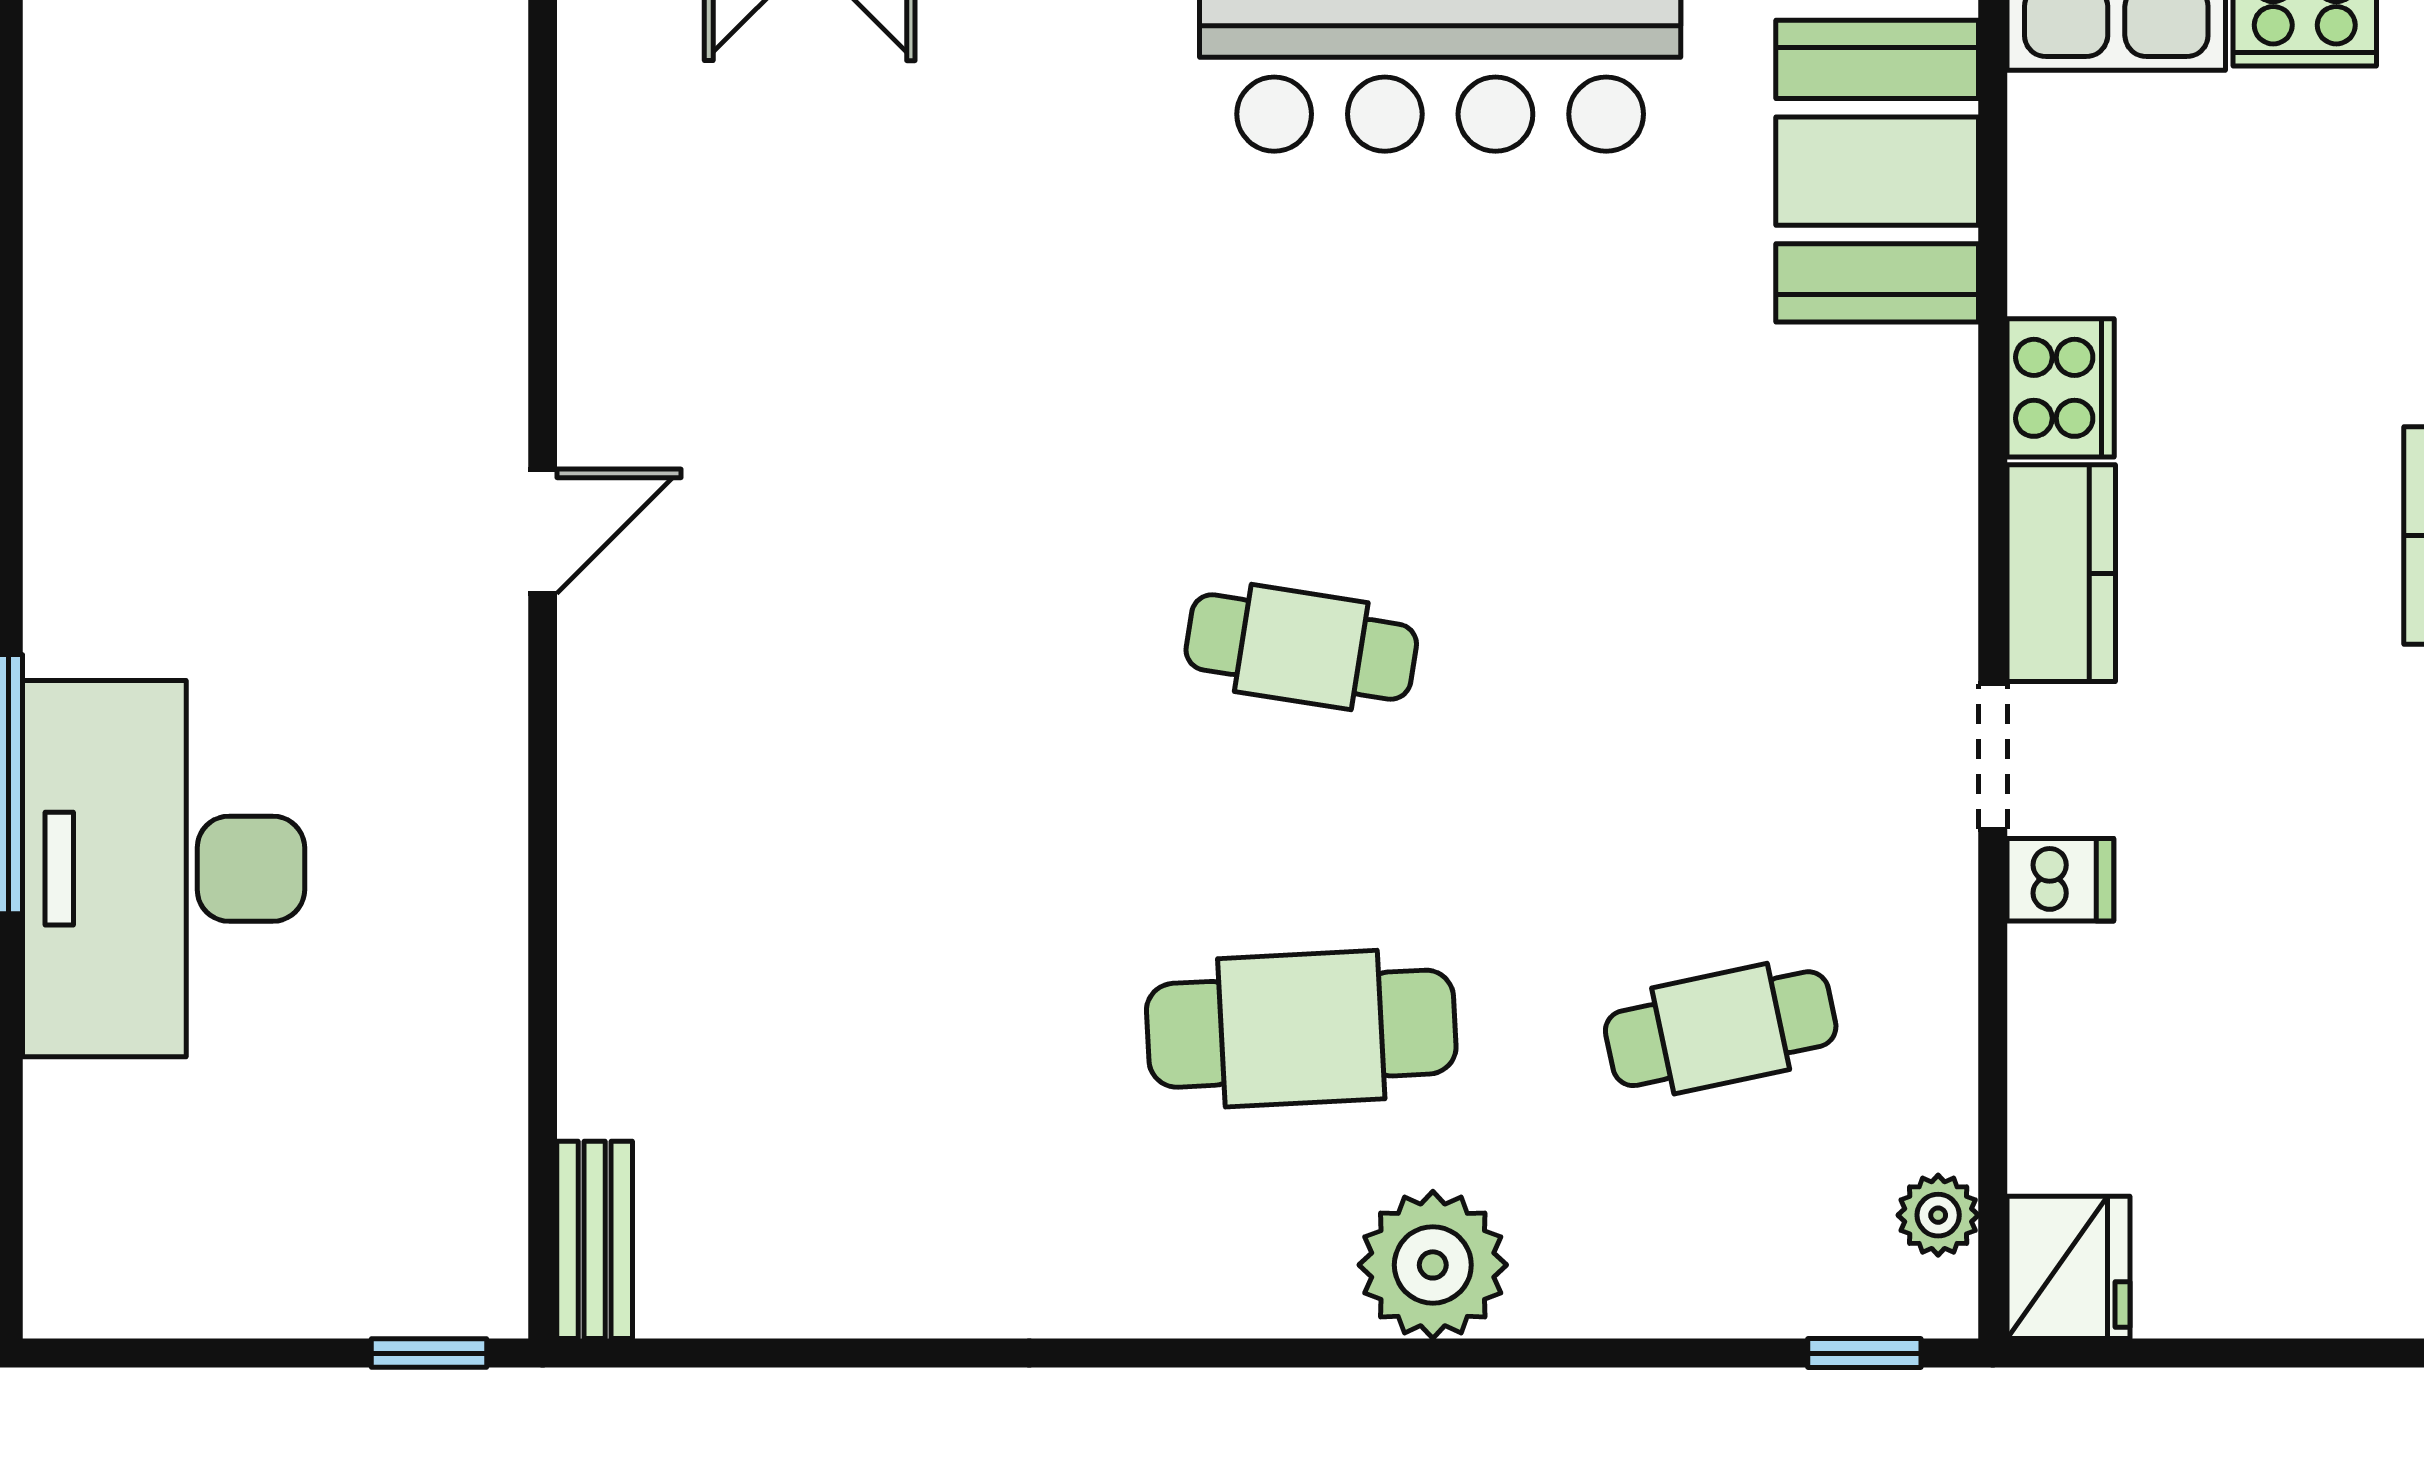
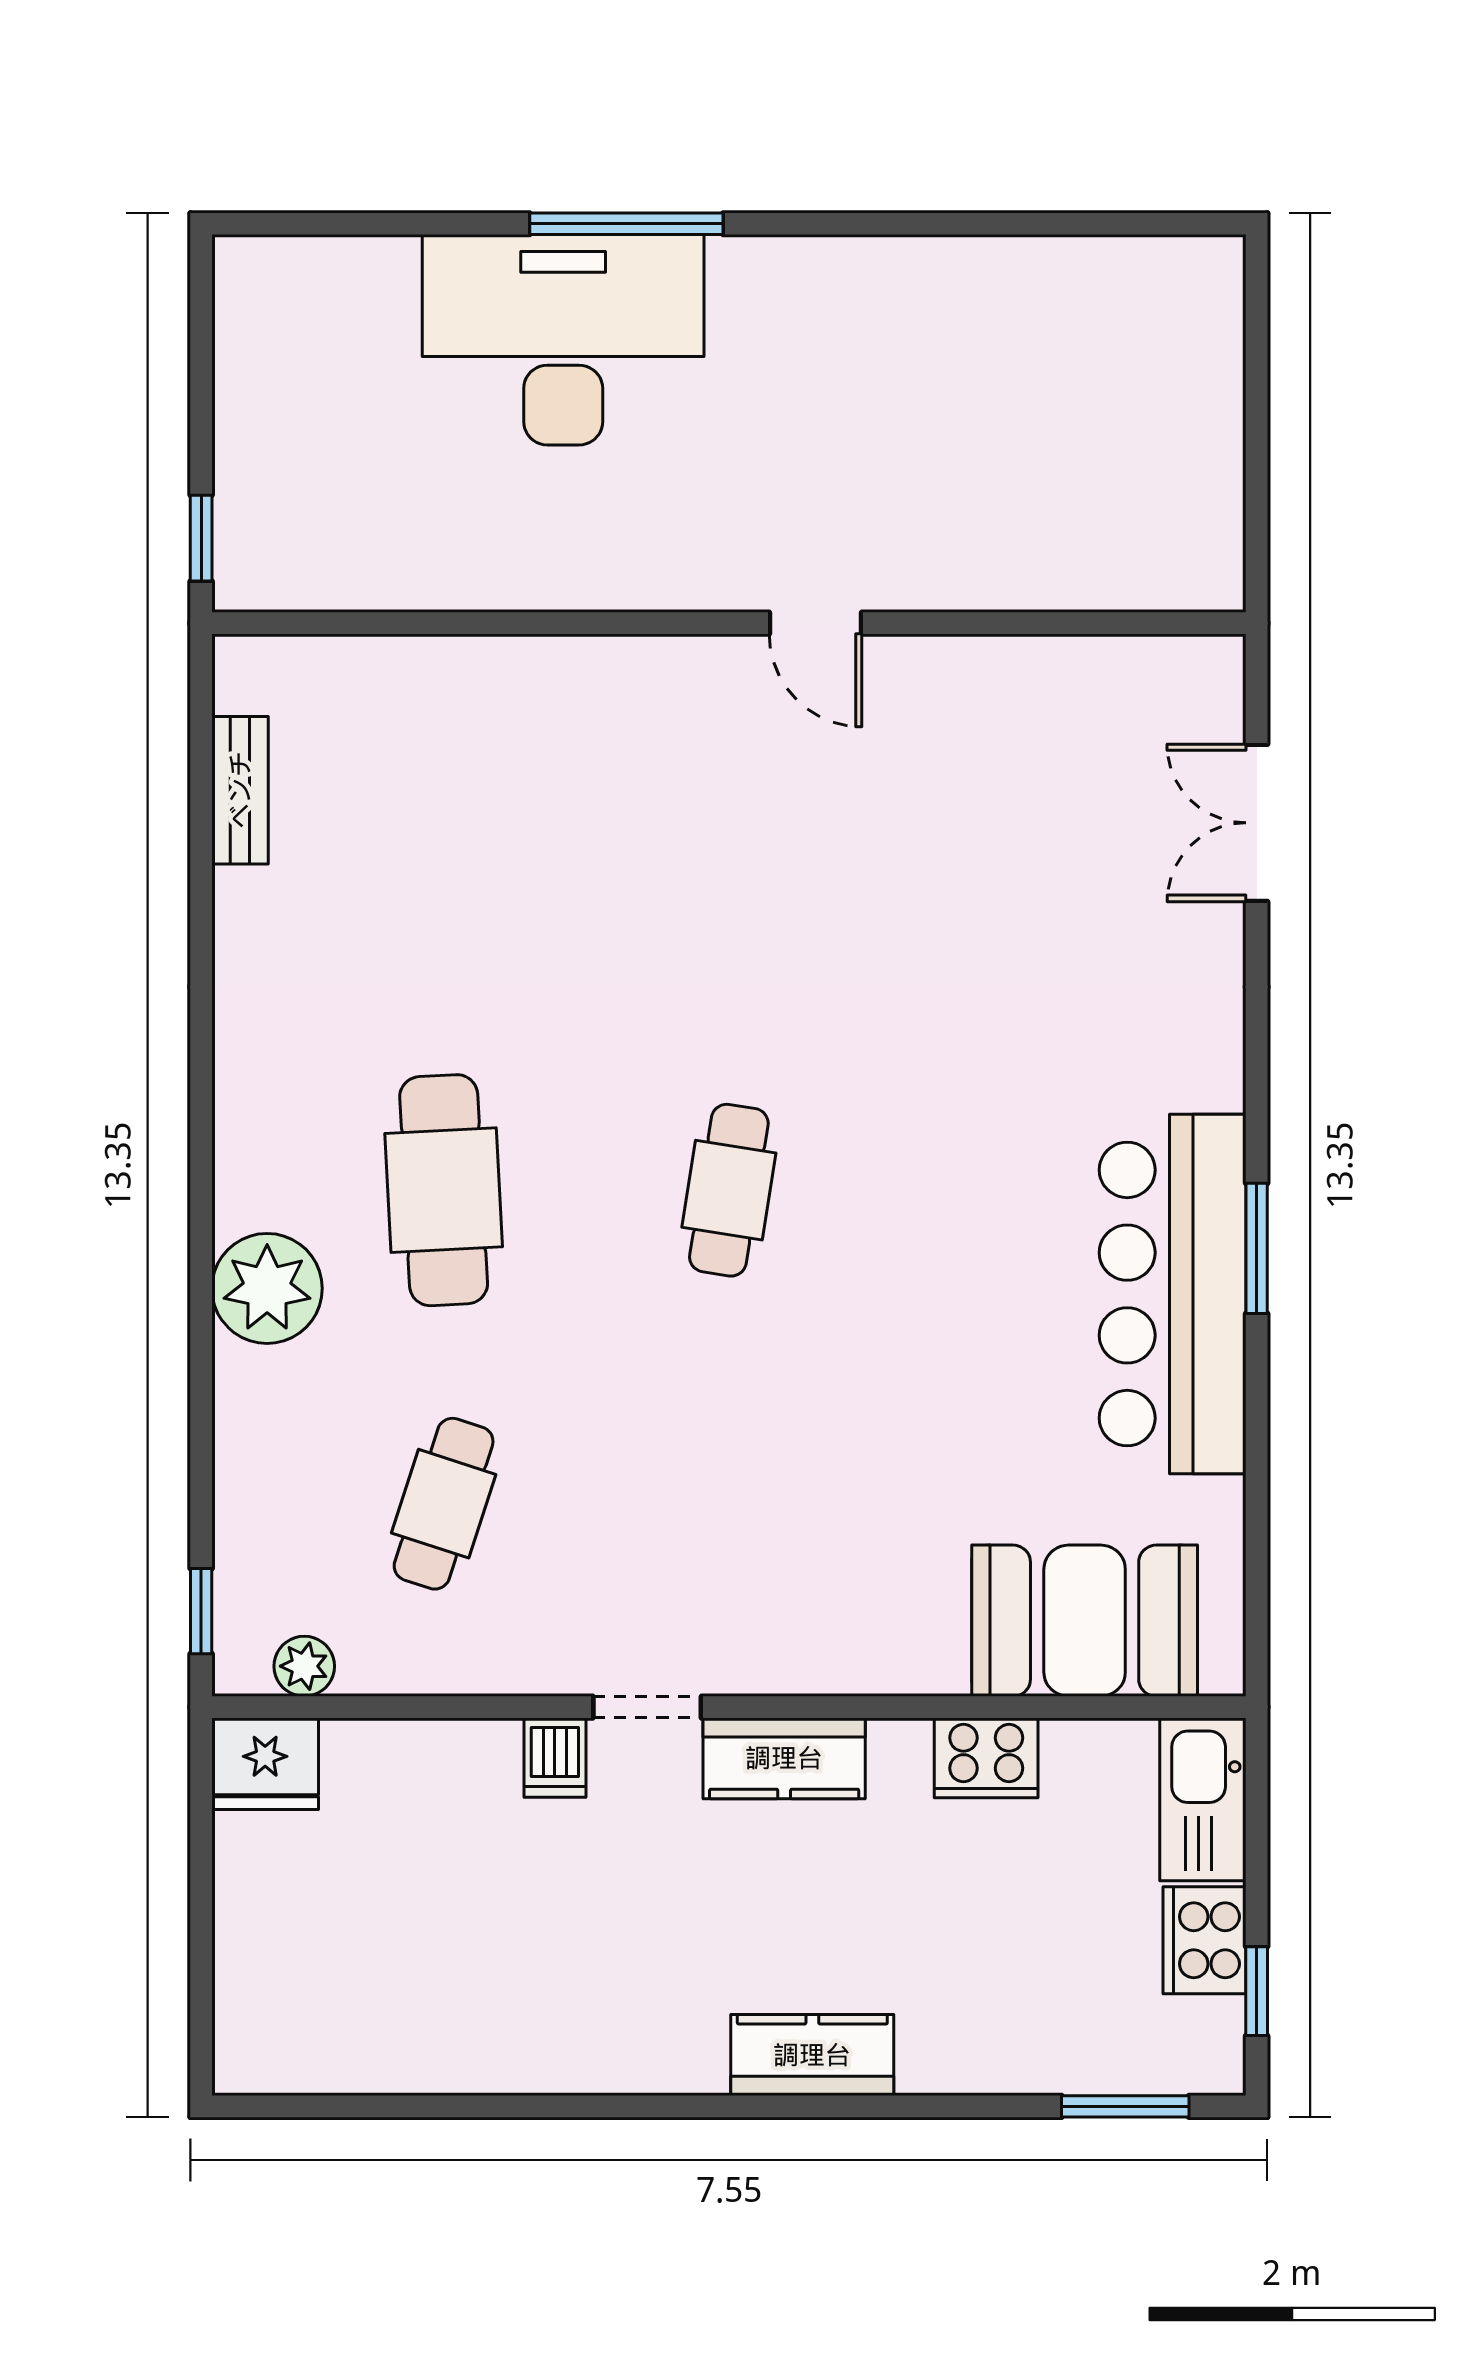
cooker: (2061, 388) -> (986, 1758), moved
cafe table: (1721, 1029) -> (444, 1504), turned 30
bench: (595, 1240) -> (240, 790), moved, turned 90

